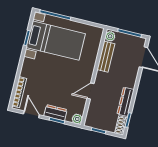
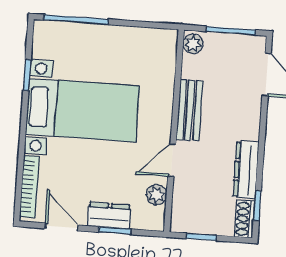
bed with nightstands: (56, 41) -> (82, 110), moved
bench: (106, 57) -> (190, 110), moved
plant: (77, 119) -> (157, 195), moved

